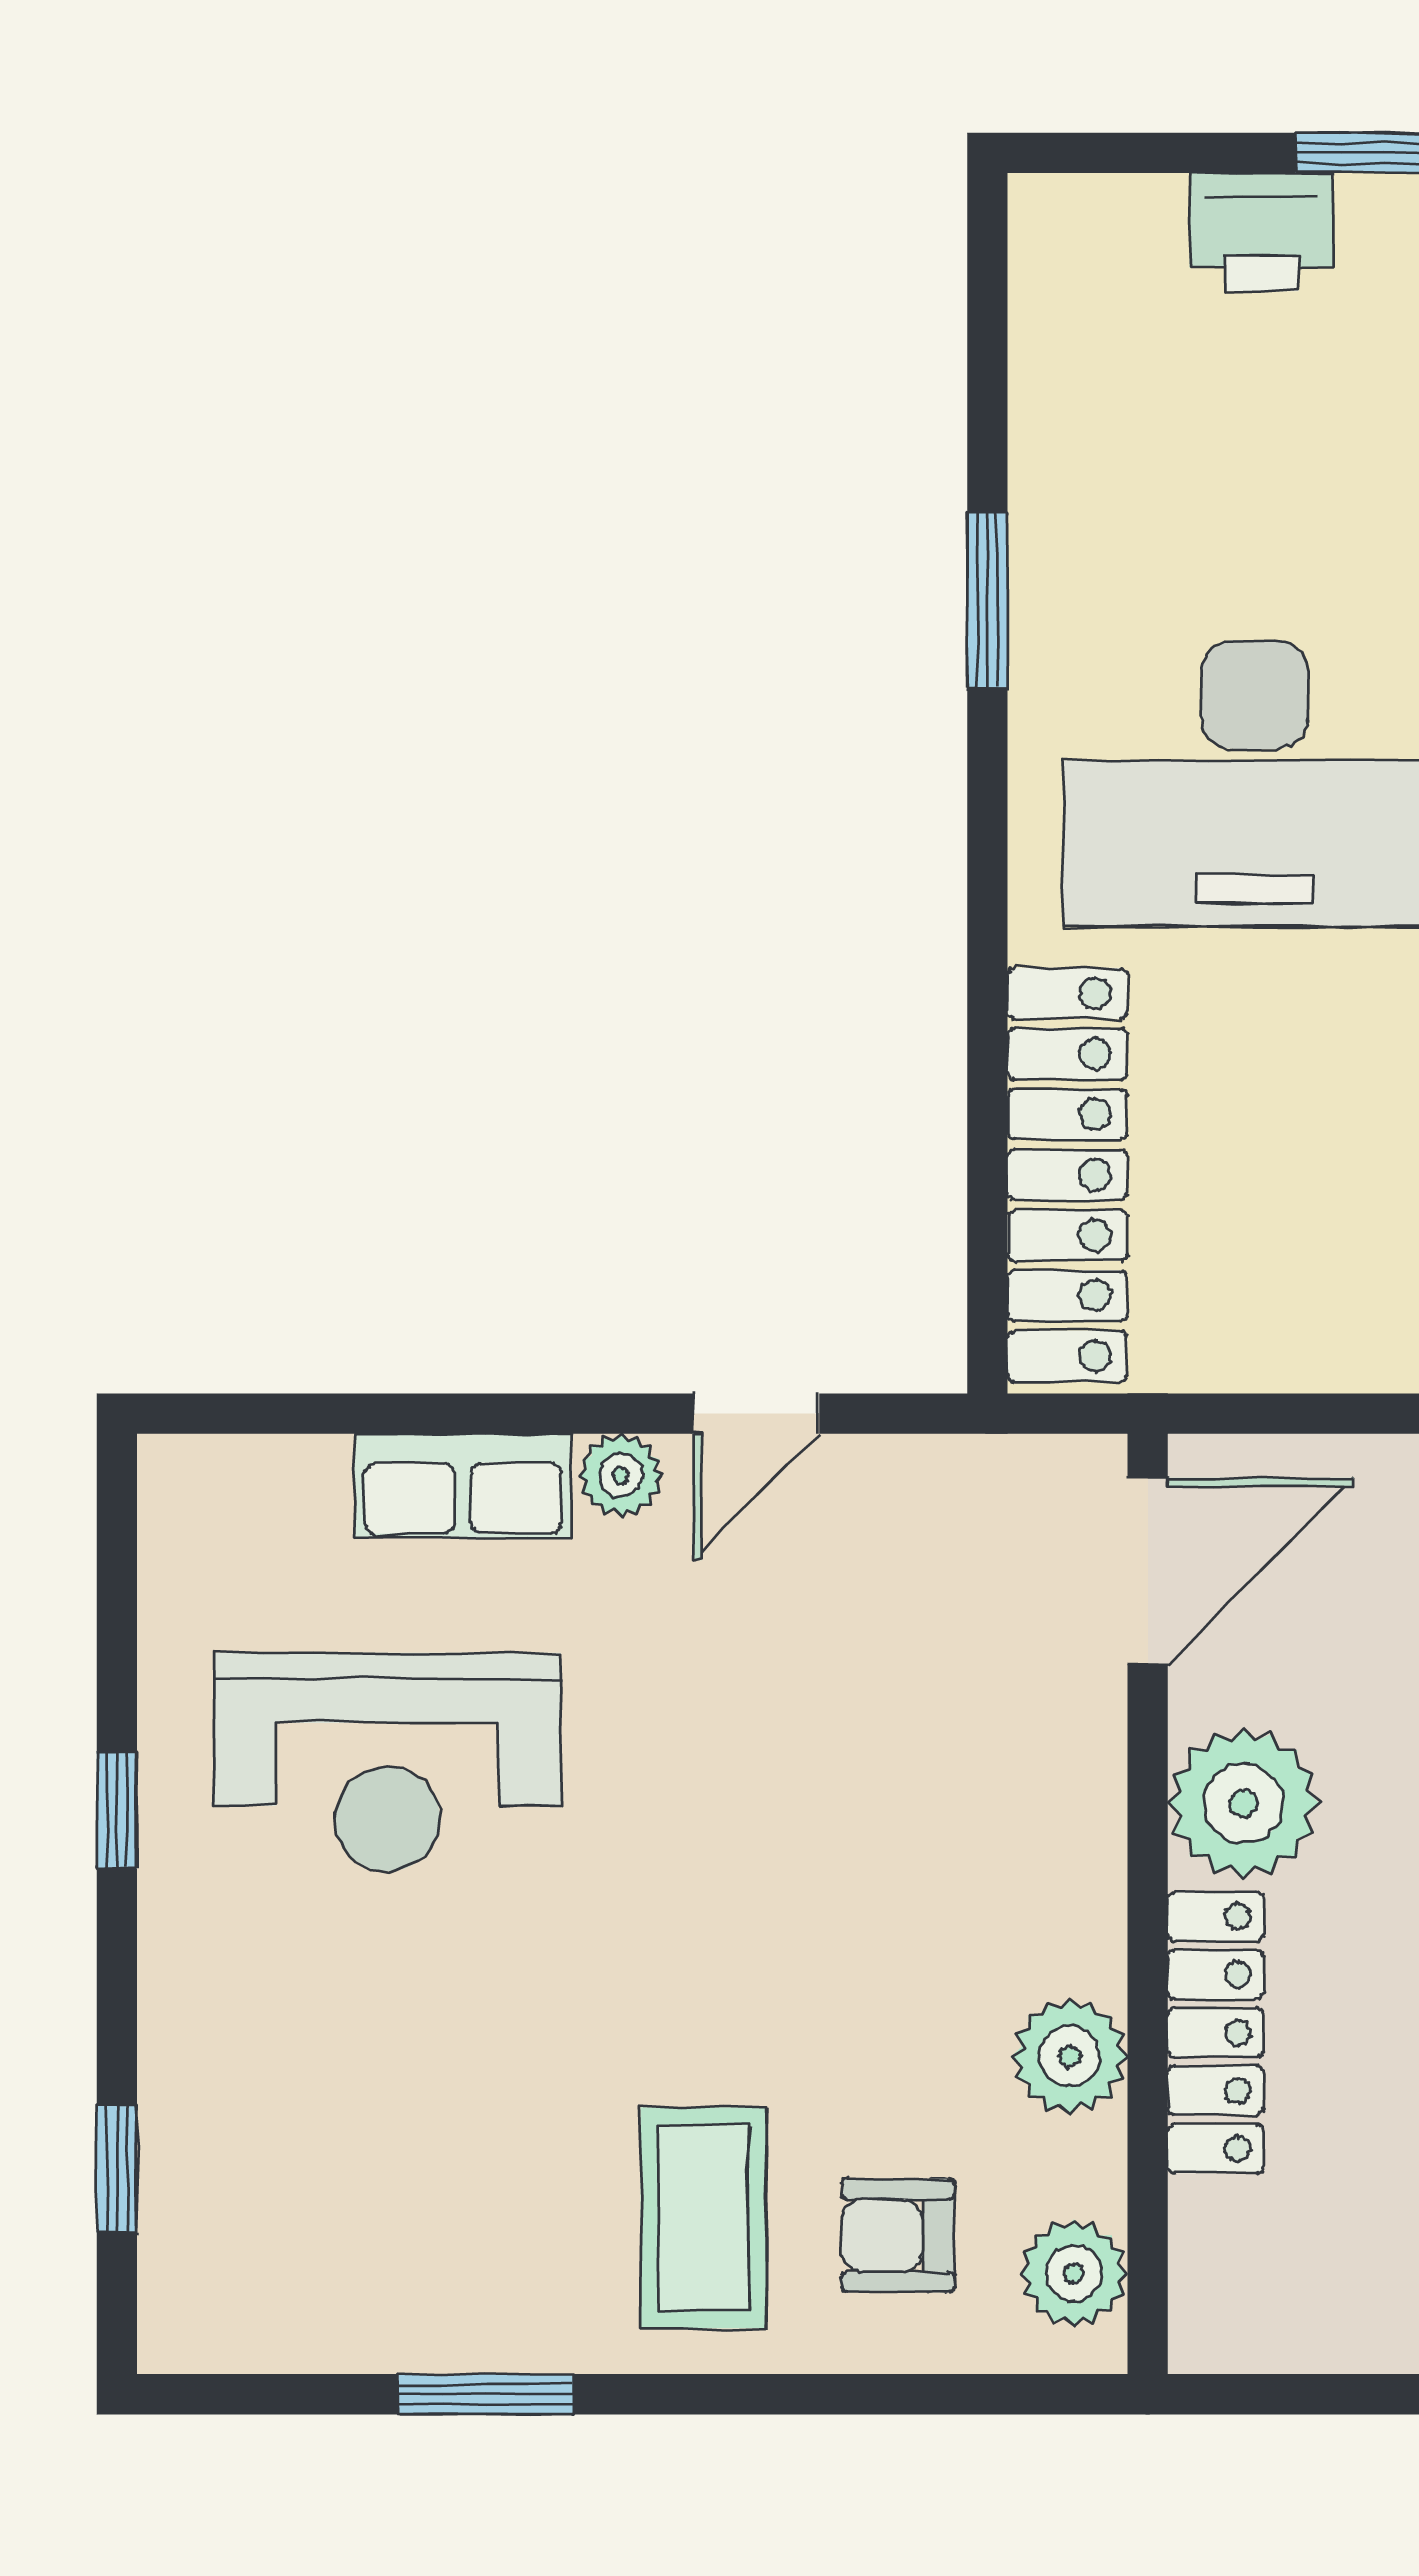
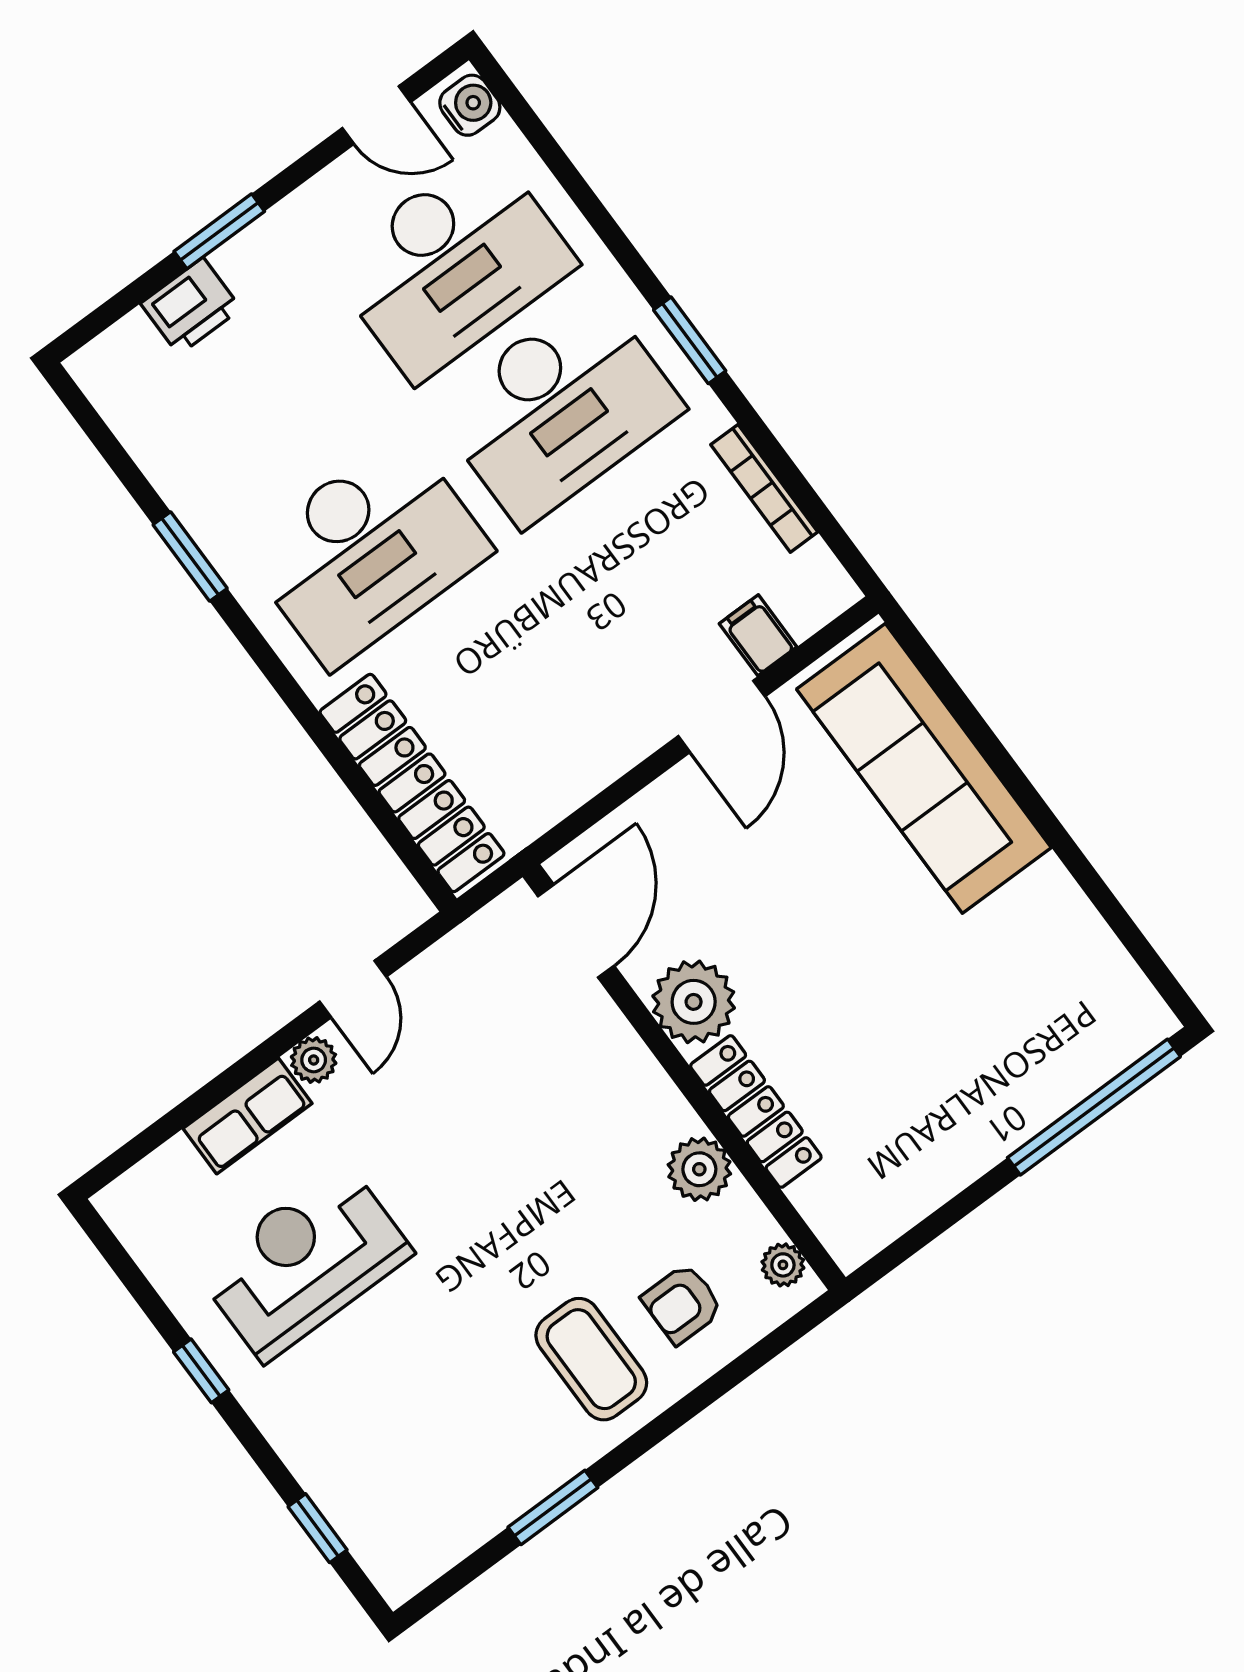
reception desk: (387, 1762) -> (304, 1262), turned 180
plant: (1074, 2273) -> (783, 1265), width x0.73, depth x0.73

